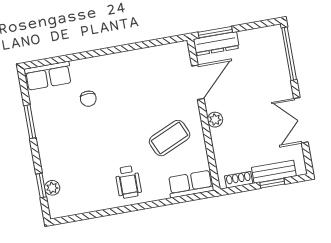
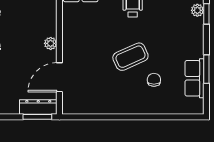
row of seats: (48, 76) -> (194, 78), moved, turned -90
coffee table: (170, 138) -> (130, 57), moved

